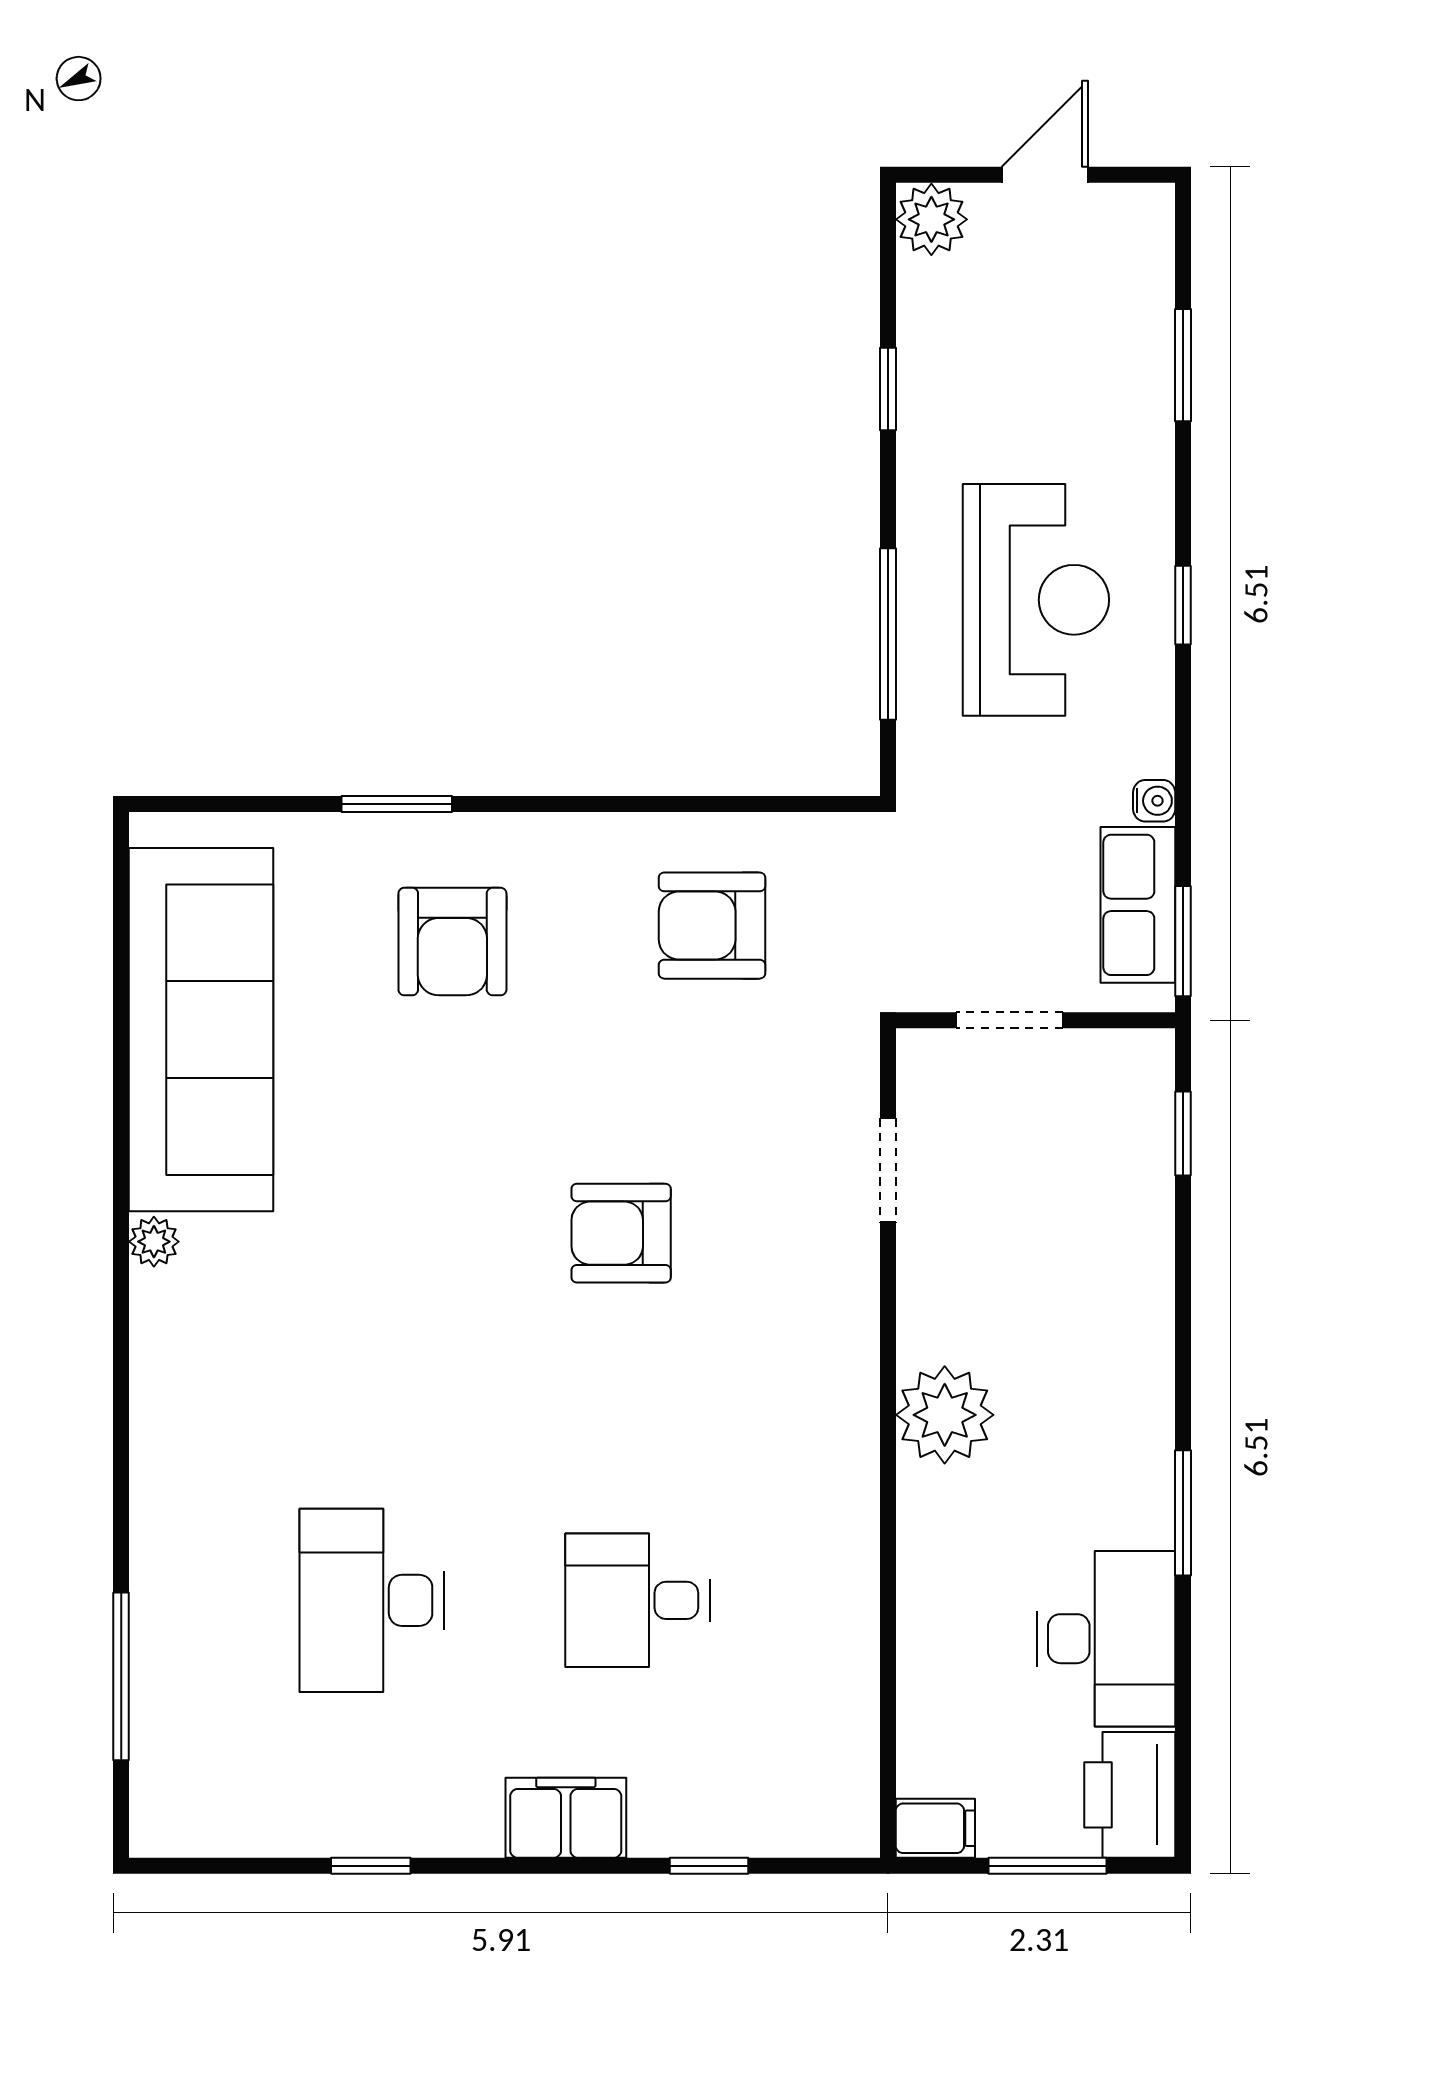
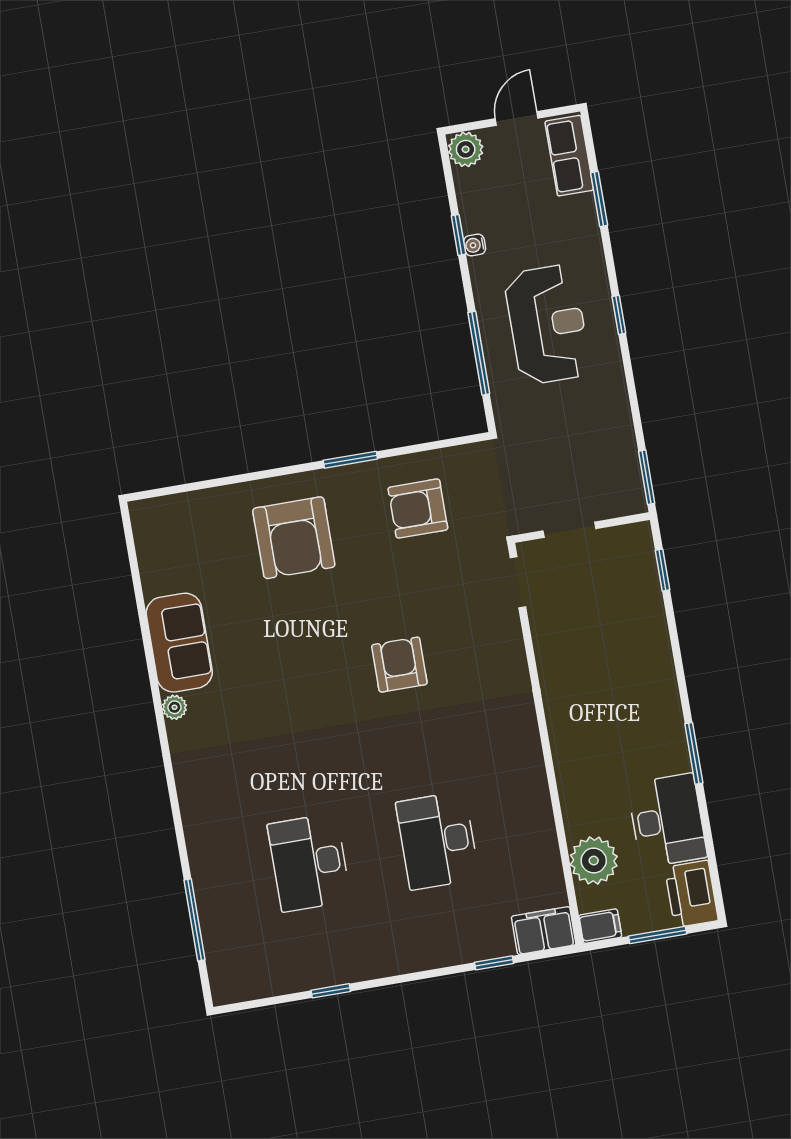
water cooler: (1154, 801) -> (475, 245), moved, turned 180
window: (397, 804) -> (350, 460), moved
row of seats: (1138, 905) -> (569, 156), moved
armchair: (452, 942) -> (294, 538), width x1.36, depth x1.36
sofa: (201, 1030) -> (179, 643), width x0.54, depth x0.79
doorway: (888, 1170) -> (518, 582), moved
armchair: (621, 1233) -> (399, 665), turned 90
plant: (945, 1415) -> (594, 861), moved
desk: (637, 1600) -> (438, 841), width x1.37
filing cabinet: (566, 1818) -> (544, 931), moved

